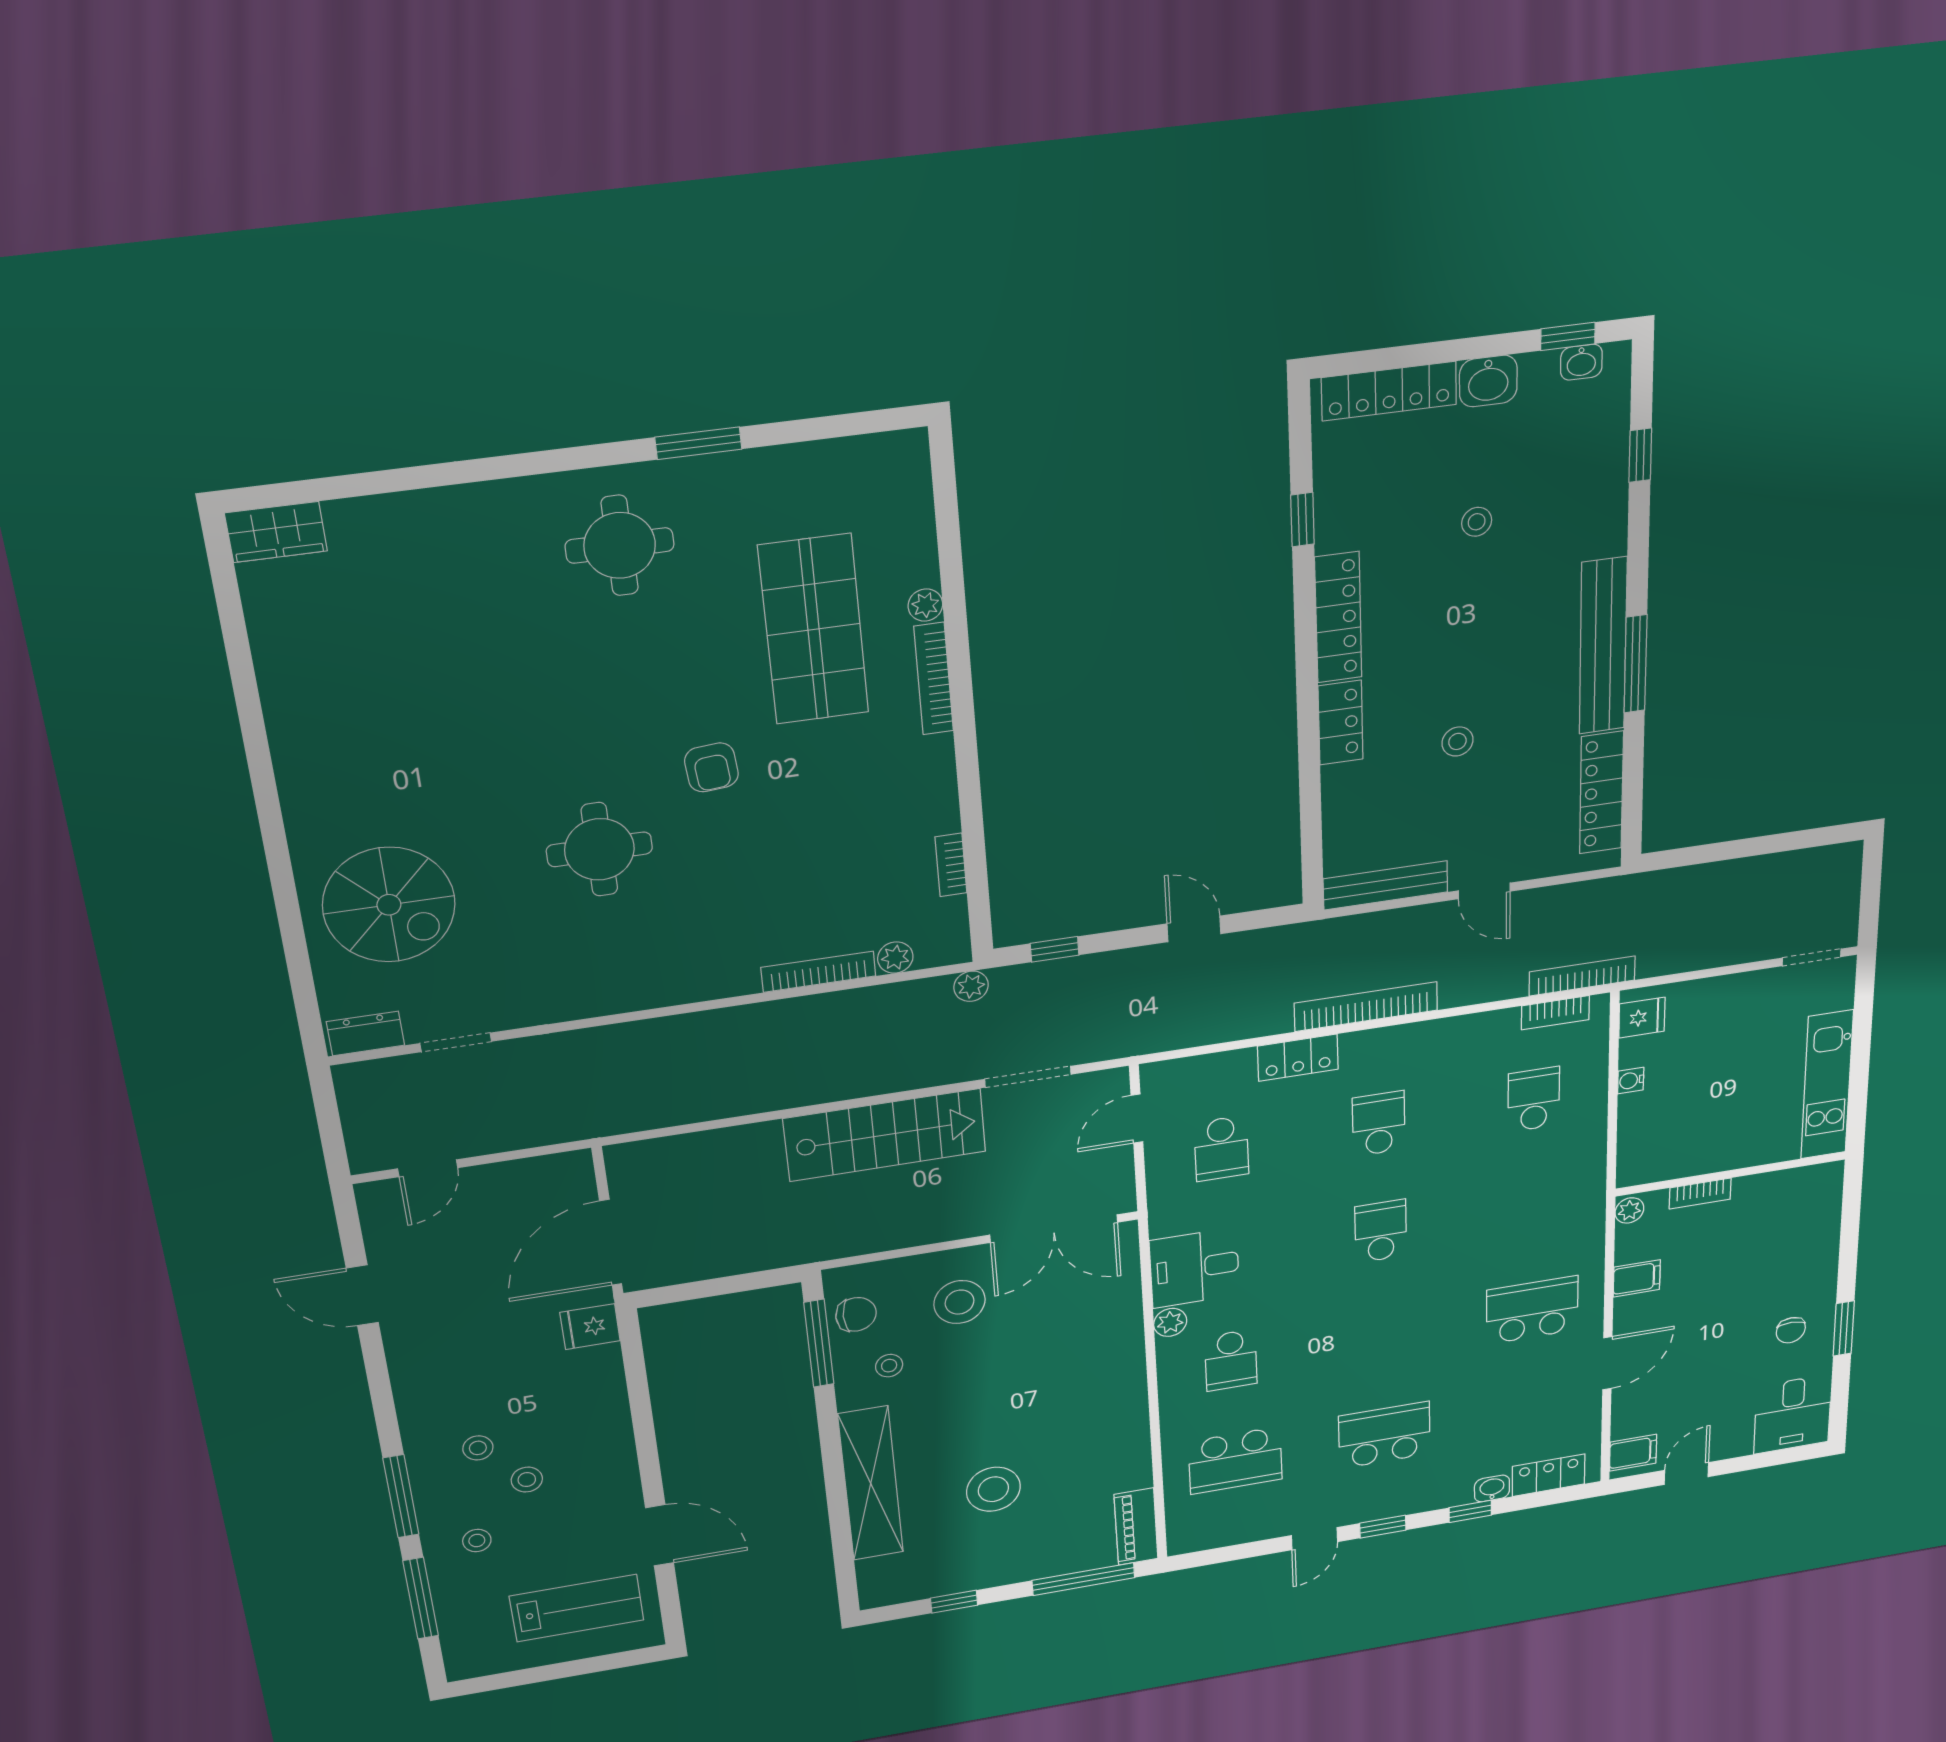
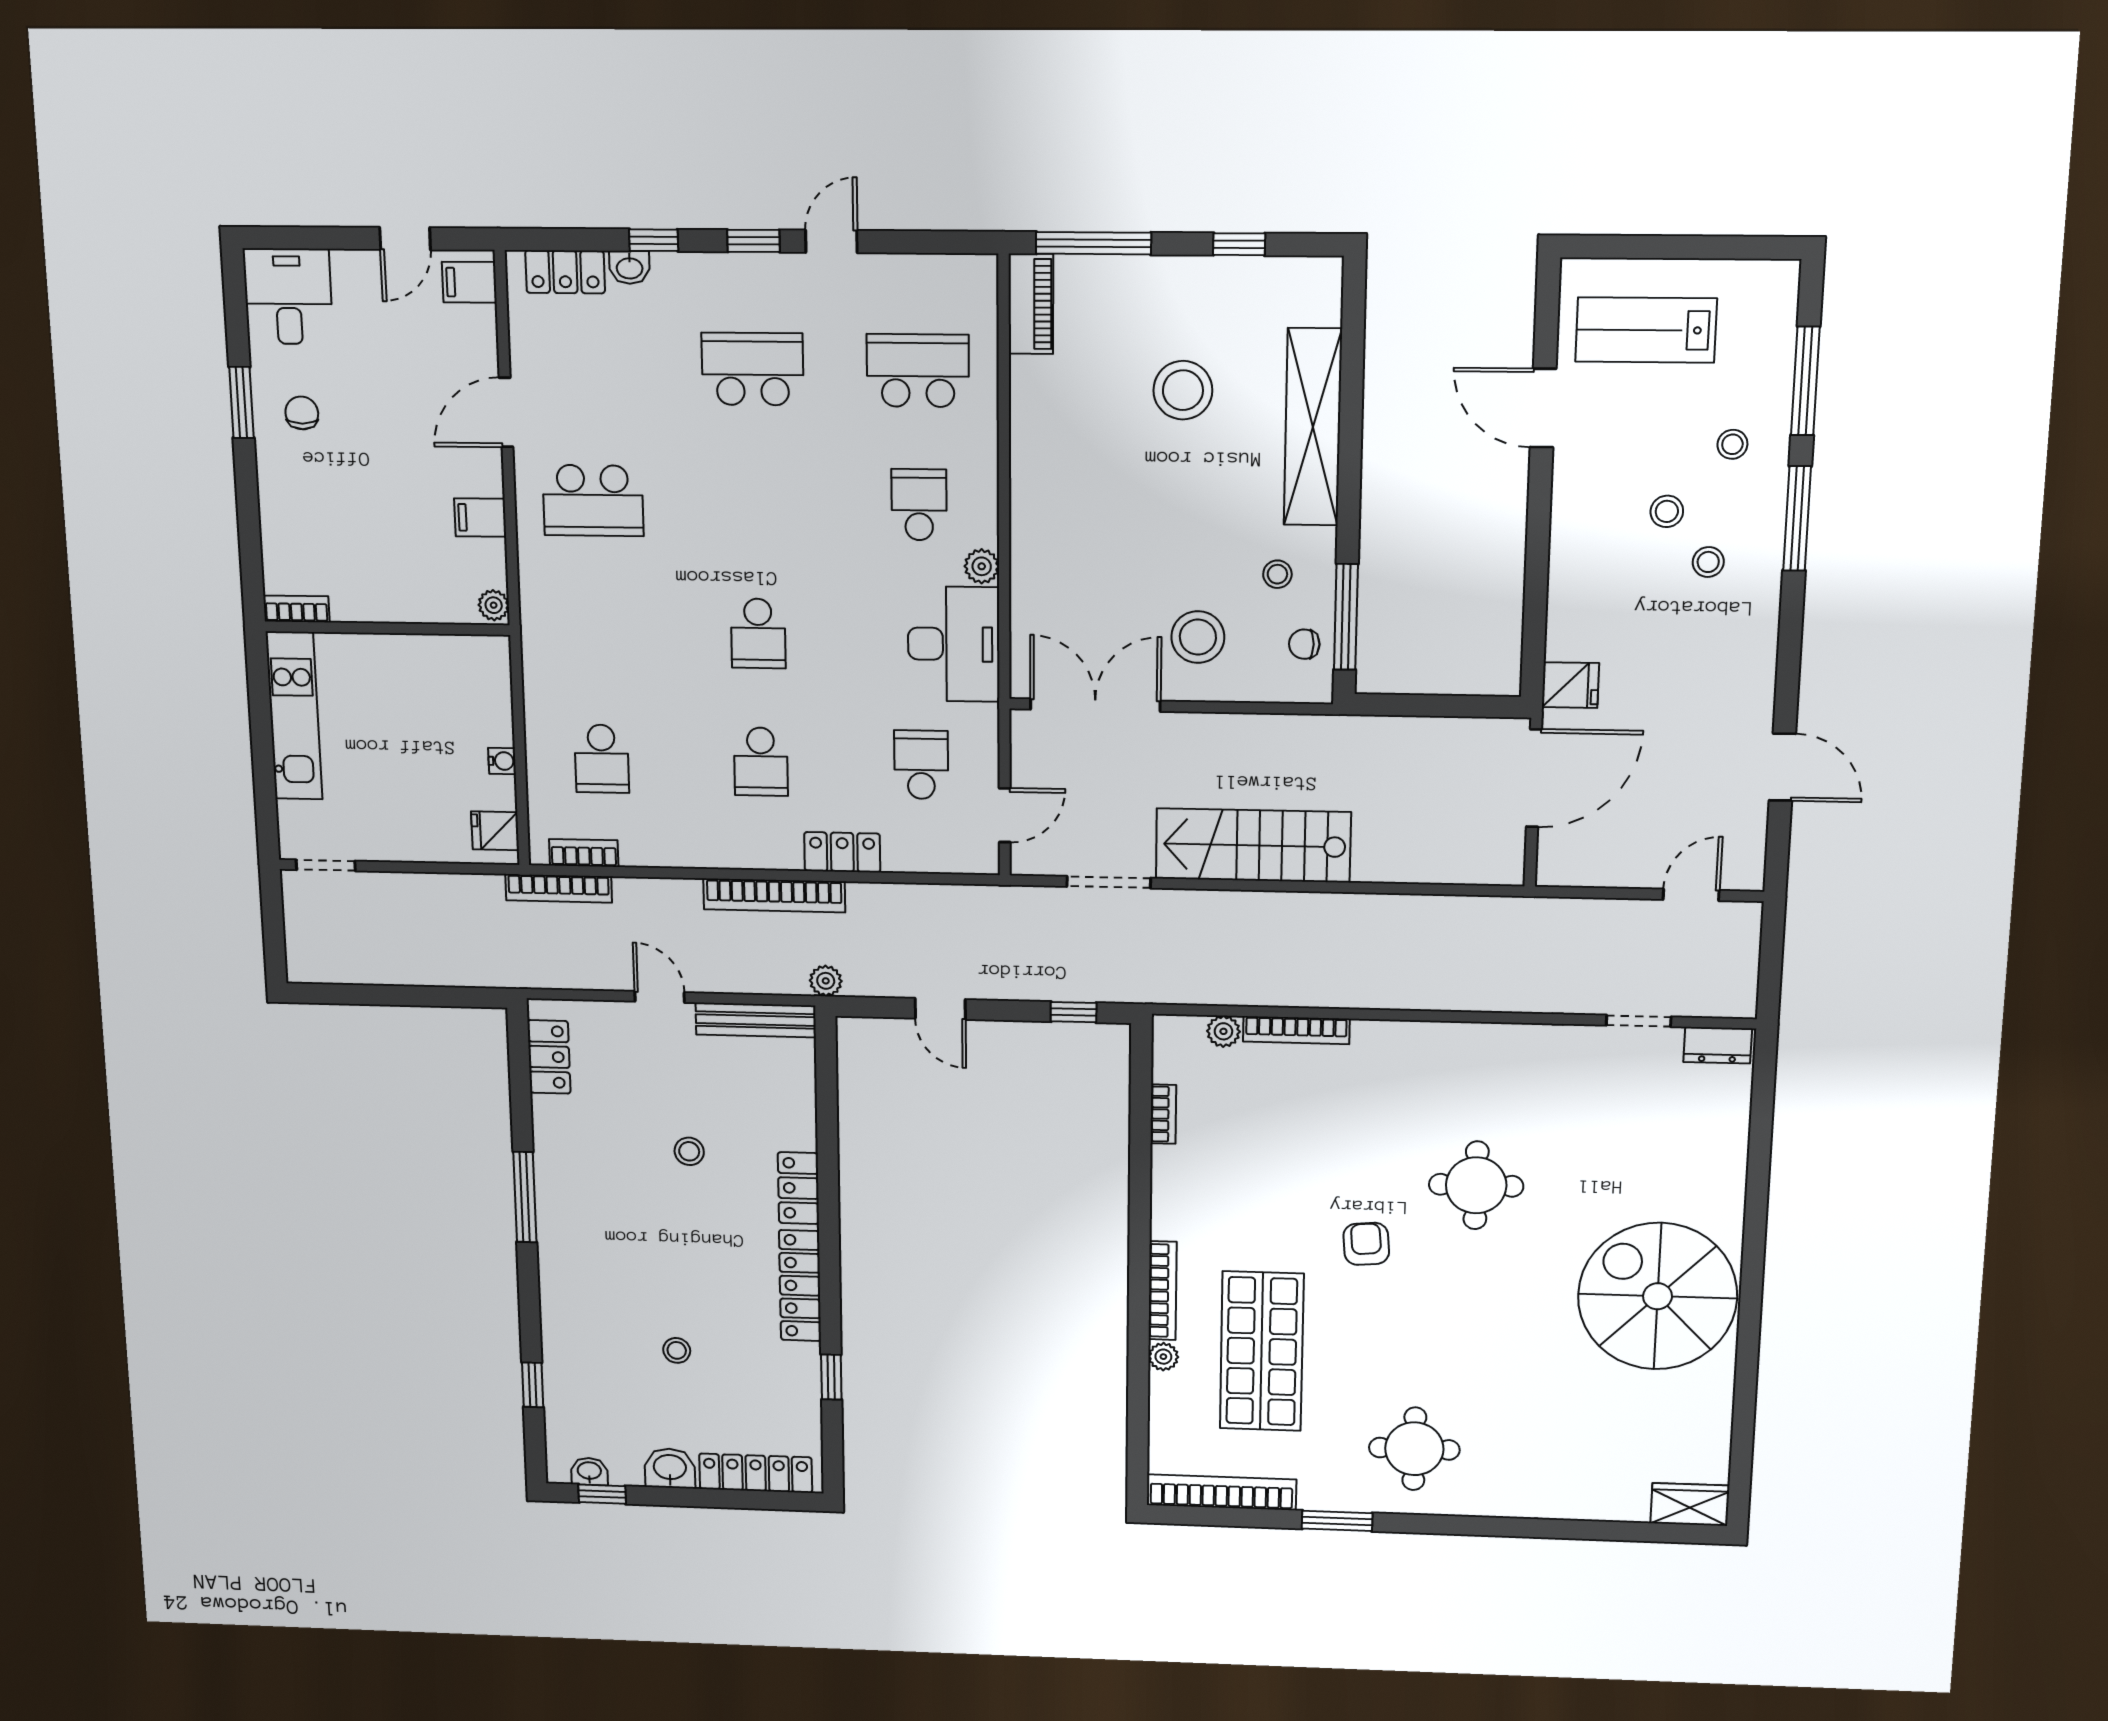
bookcase: (841, 456) -> (1221, 1492), added
bench: (1603, 646) -> (556, 1219), removed
locker: (1602, 793) -> (549, 1057), width x0.66
spiral stairs: (389, 905) -> (1658, 1296), moved, width x1.37, depth x1.37
plant: (971, 986) -> (826, 981), moved
bookcase: (1700, 1193) -> (296, 609), moved
desk: (1194, 1268) -> (954, 644), width x1.37
chair: (856, 1314) -> (1304, 644), width x0.73, depth x0.73
school desk: (1384, 1435) -> (753, 369), turned 180

